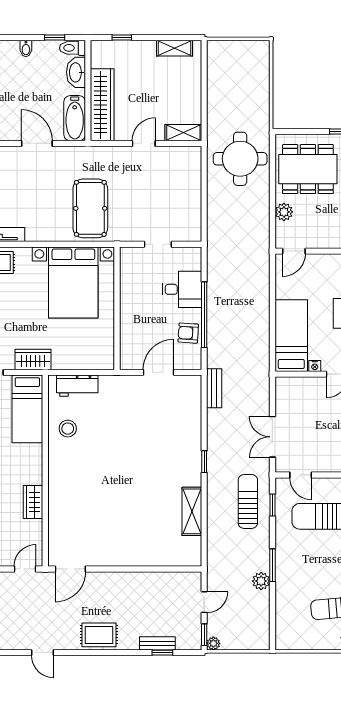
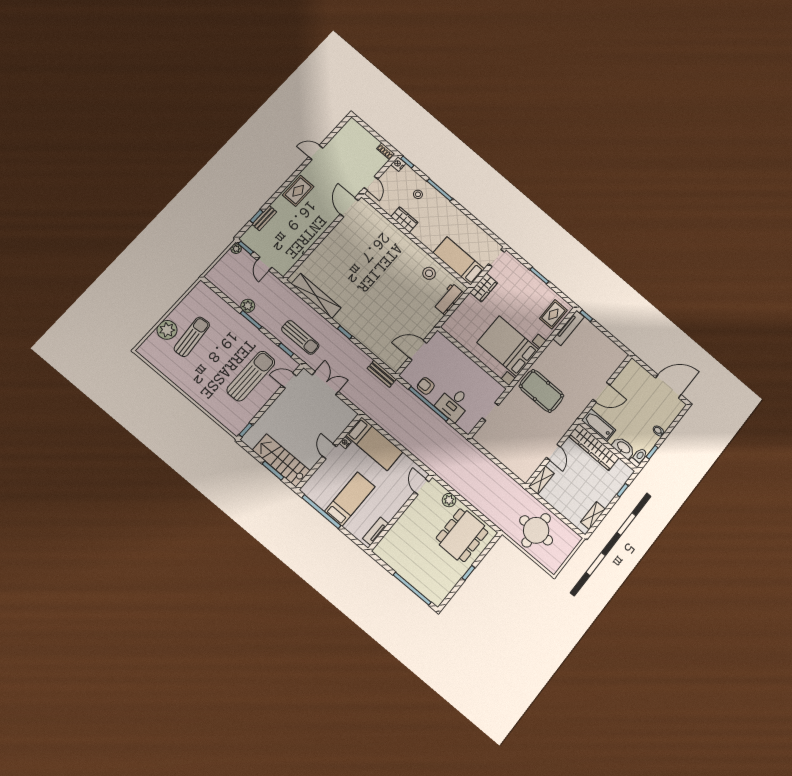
round table: (240, 159) -> (536, 530), moved
armchair: (188, 333) -> (426, 386), turned -94
door: (158, 372) -> (418, 350), swing flipped
shelving: (192, 511) -> (316, 296), width x1.47

